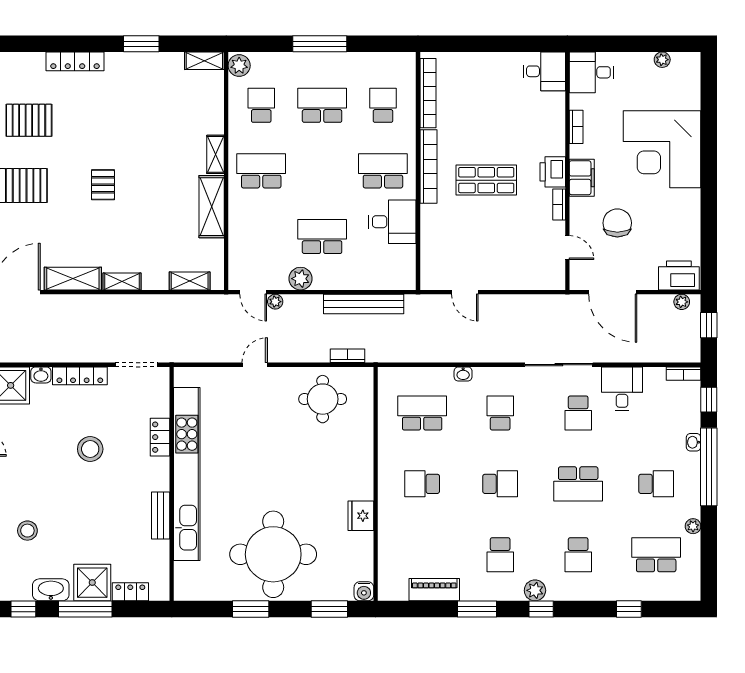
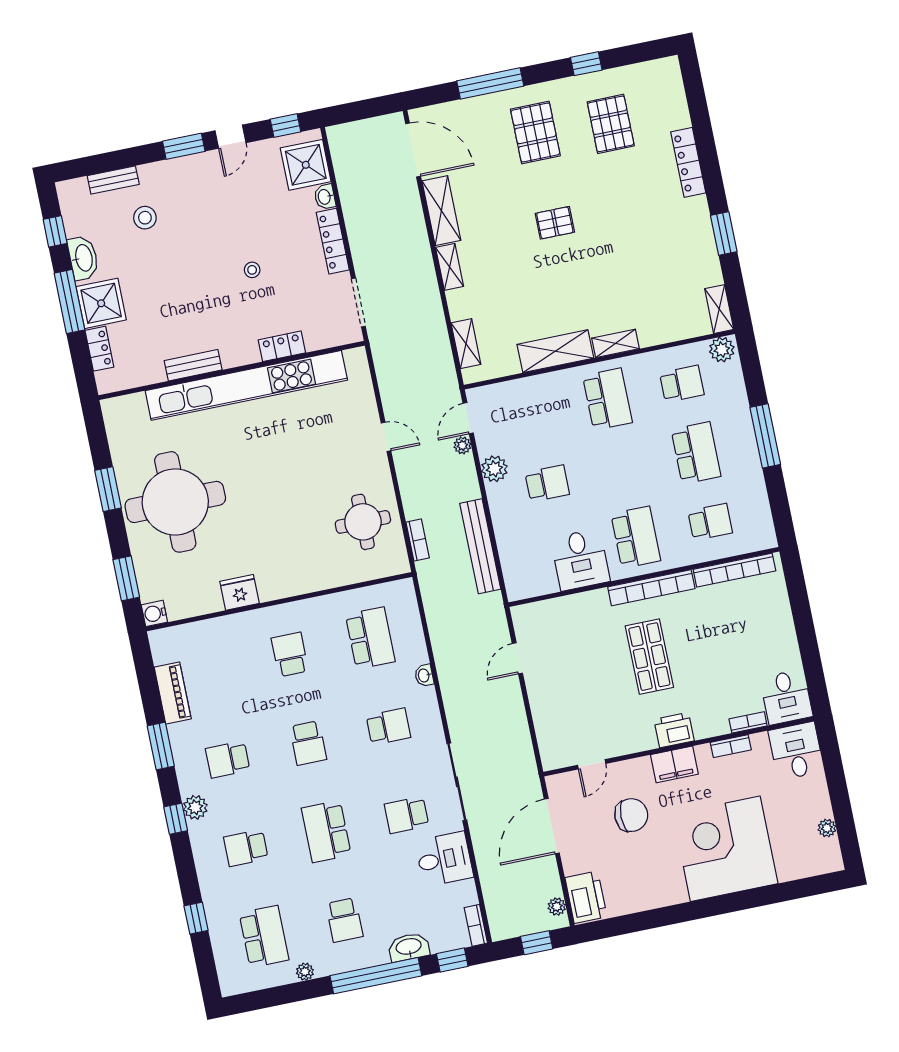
bookcase: (559, 204) -> (748, 722), moved
school desk: (322, 236) -> (547, 483), width x0.54
washbasin: (693, 442) -> (409, 947), width x1.91, depth x1.45
stool: (90, 449) -> (252, 270), width x0.53, depth x0.53

